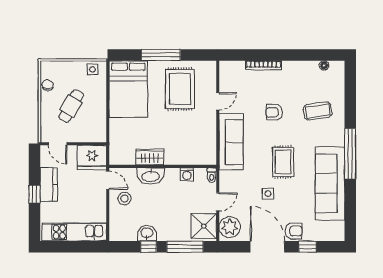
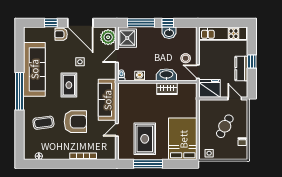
window: (161, 55) -> (148, 164), moved
armchair: (274, 112) -> (75, 122), width x1.88, depth x1.88

